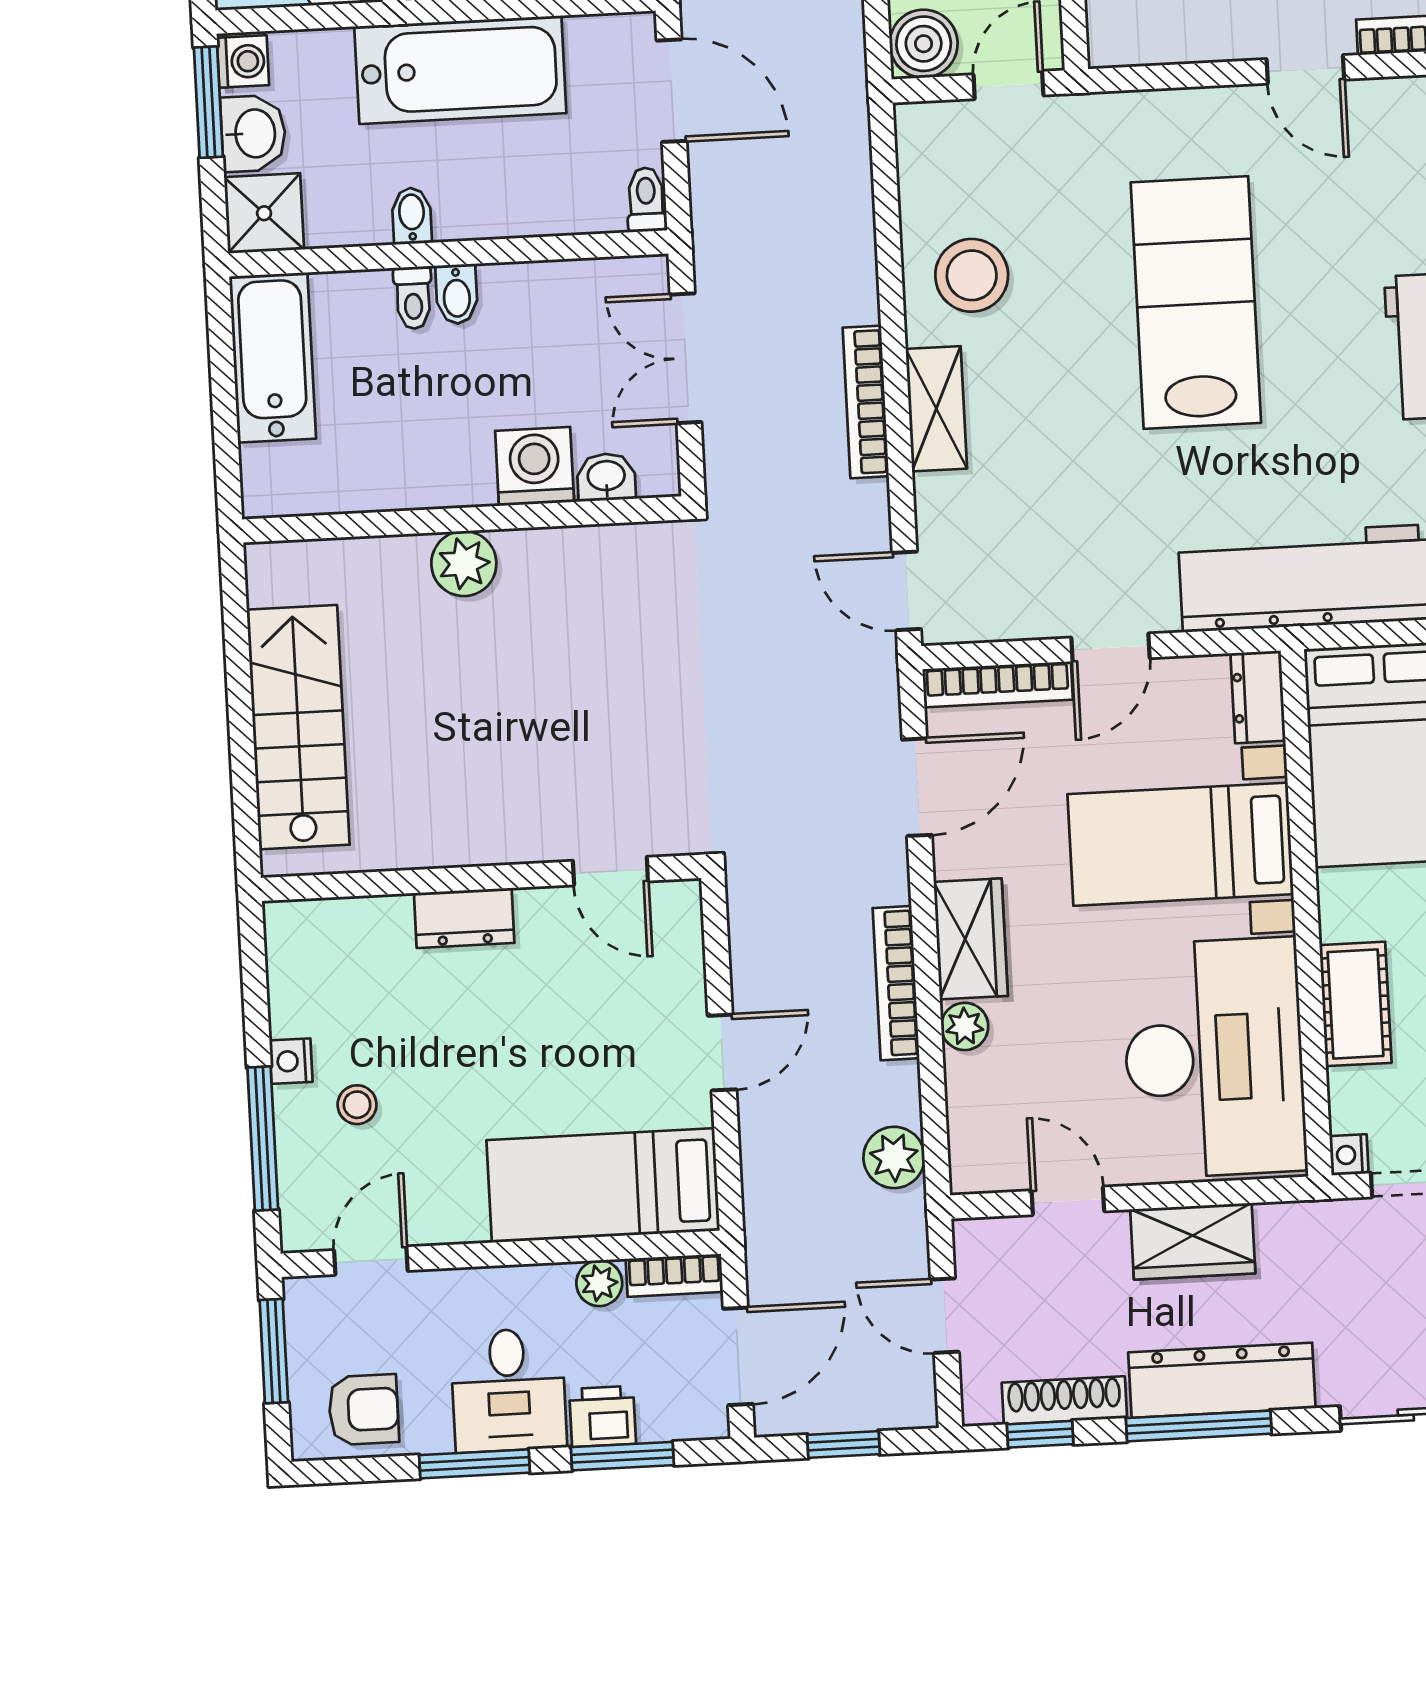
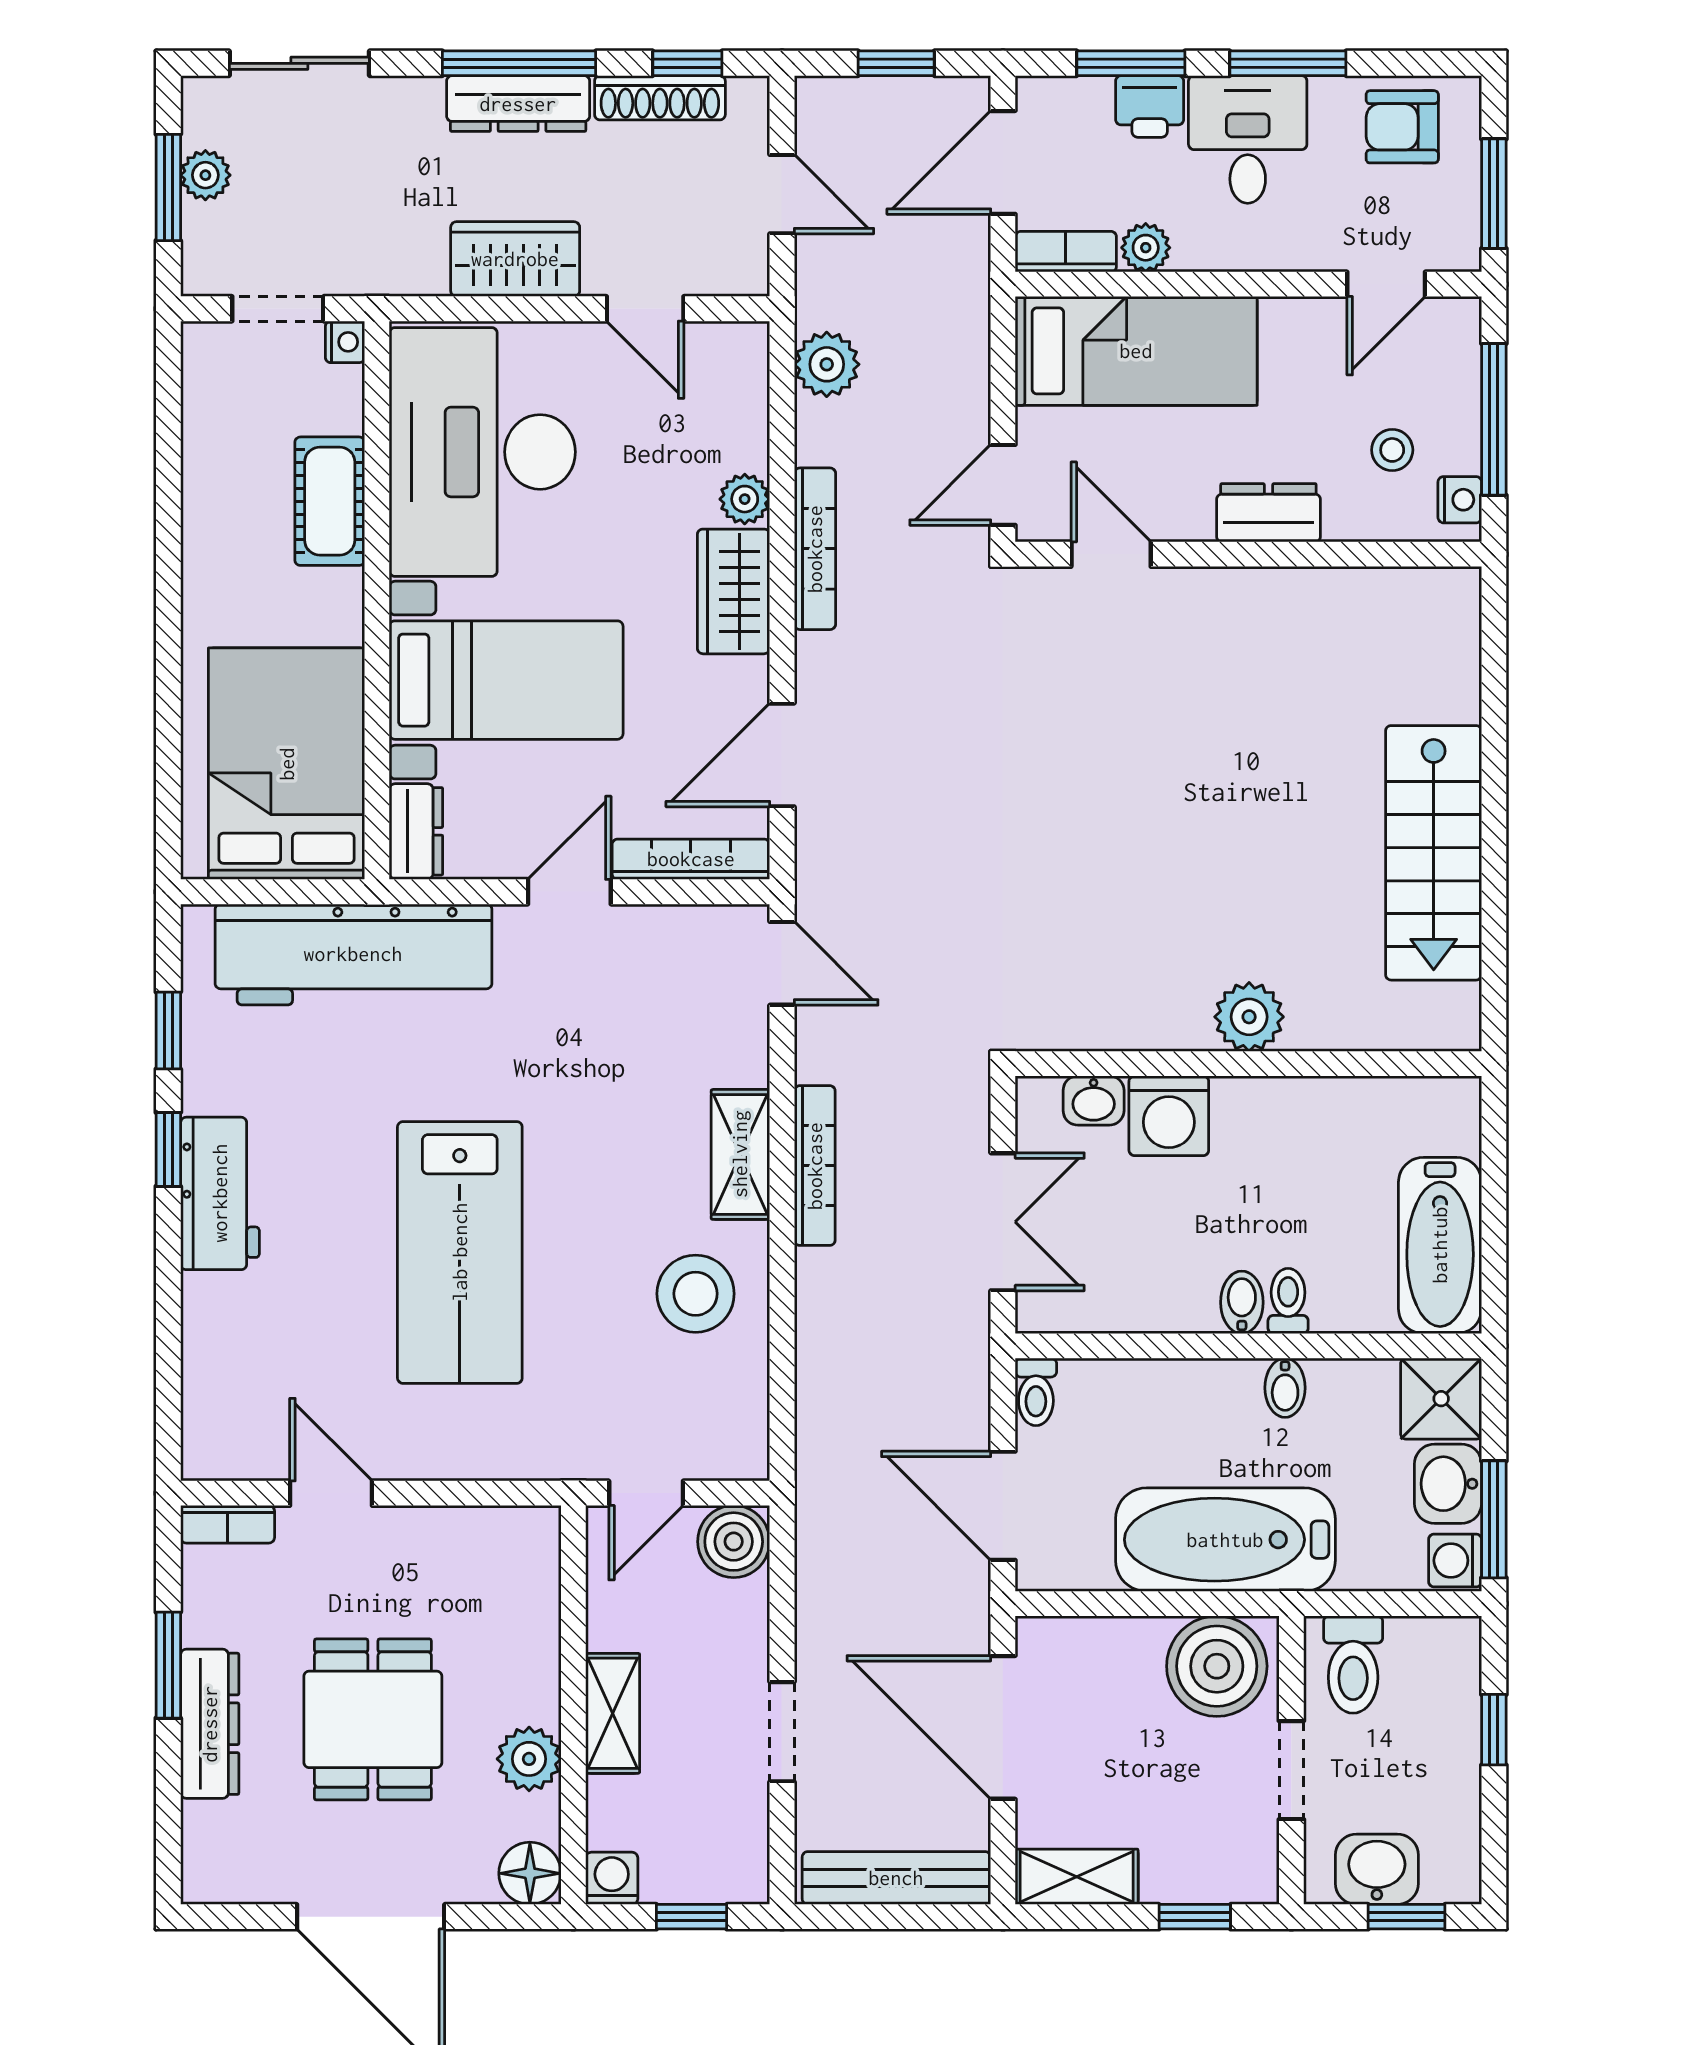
door: (610, 871) -> (1111, 554), moved
wall: (481, 878) -> (1248, 554), moved
dresser: (464, 918) -> (1268, 513), moved
dresser: (1222, 1380) -> (518, 104), width x0.73, depth x0.80

